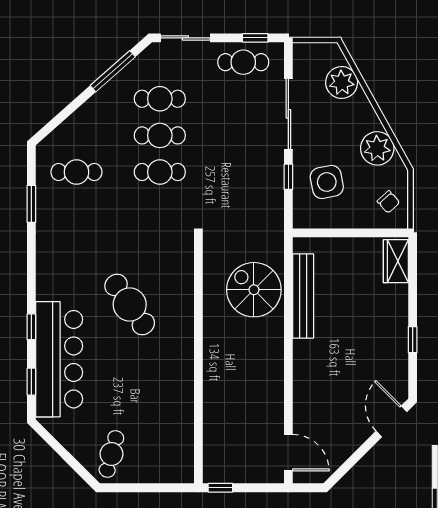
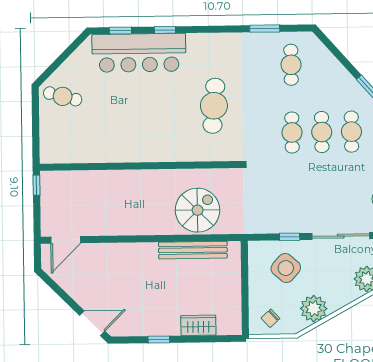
side table: (327, 182) -> (286, 268), turned -38
wardrobe: (396, 261) -> (198, 325), moved
cafe table: (130, 305) -> (214, 106), moved, turned -50

